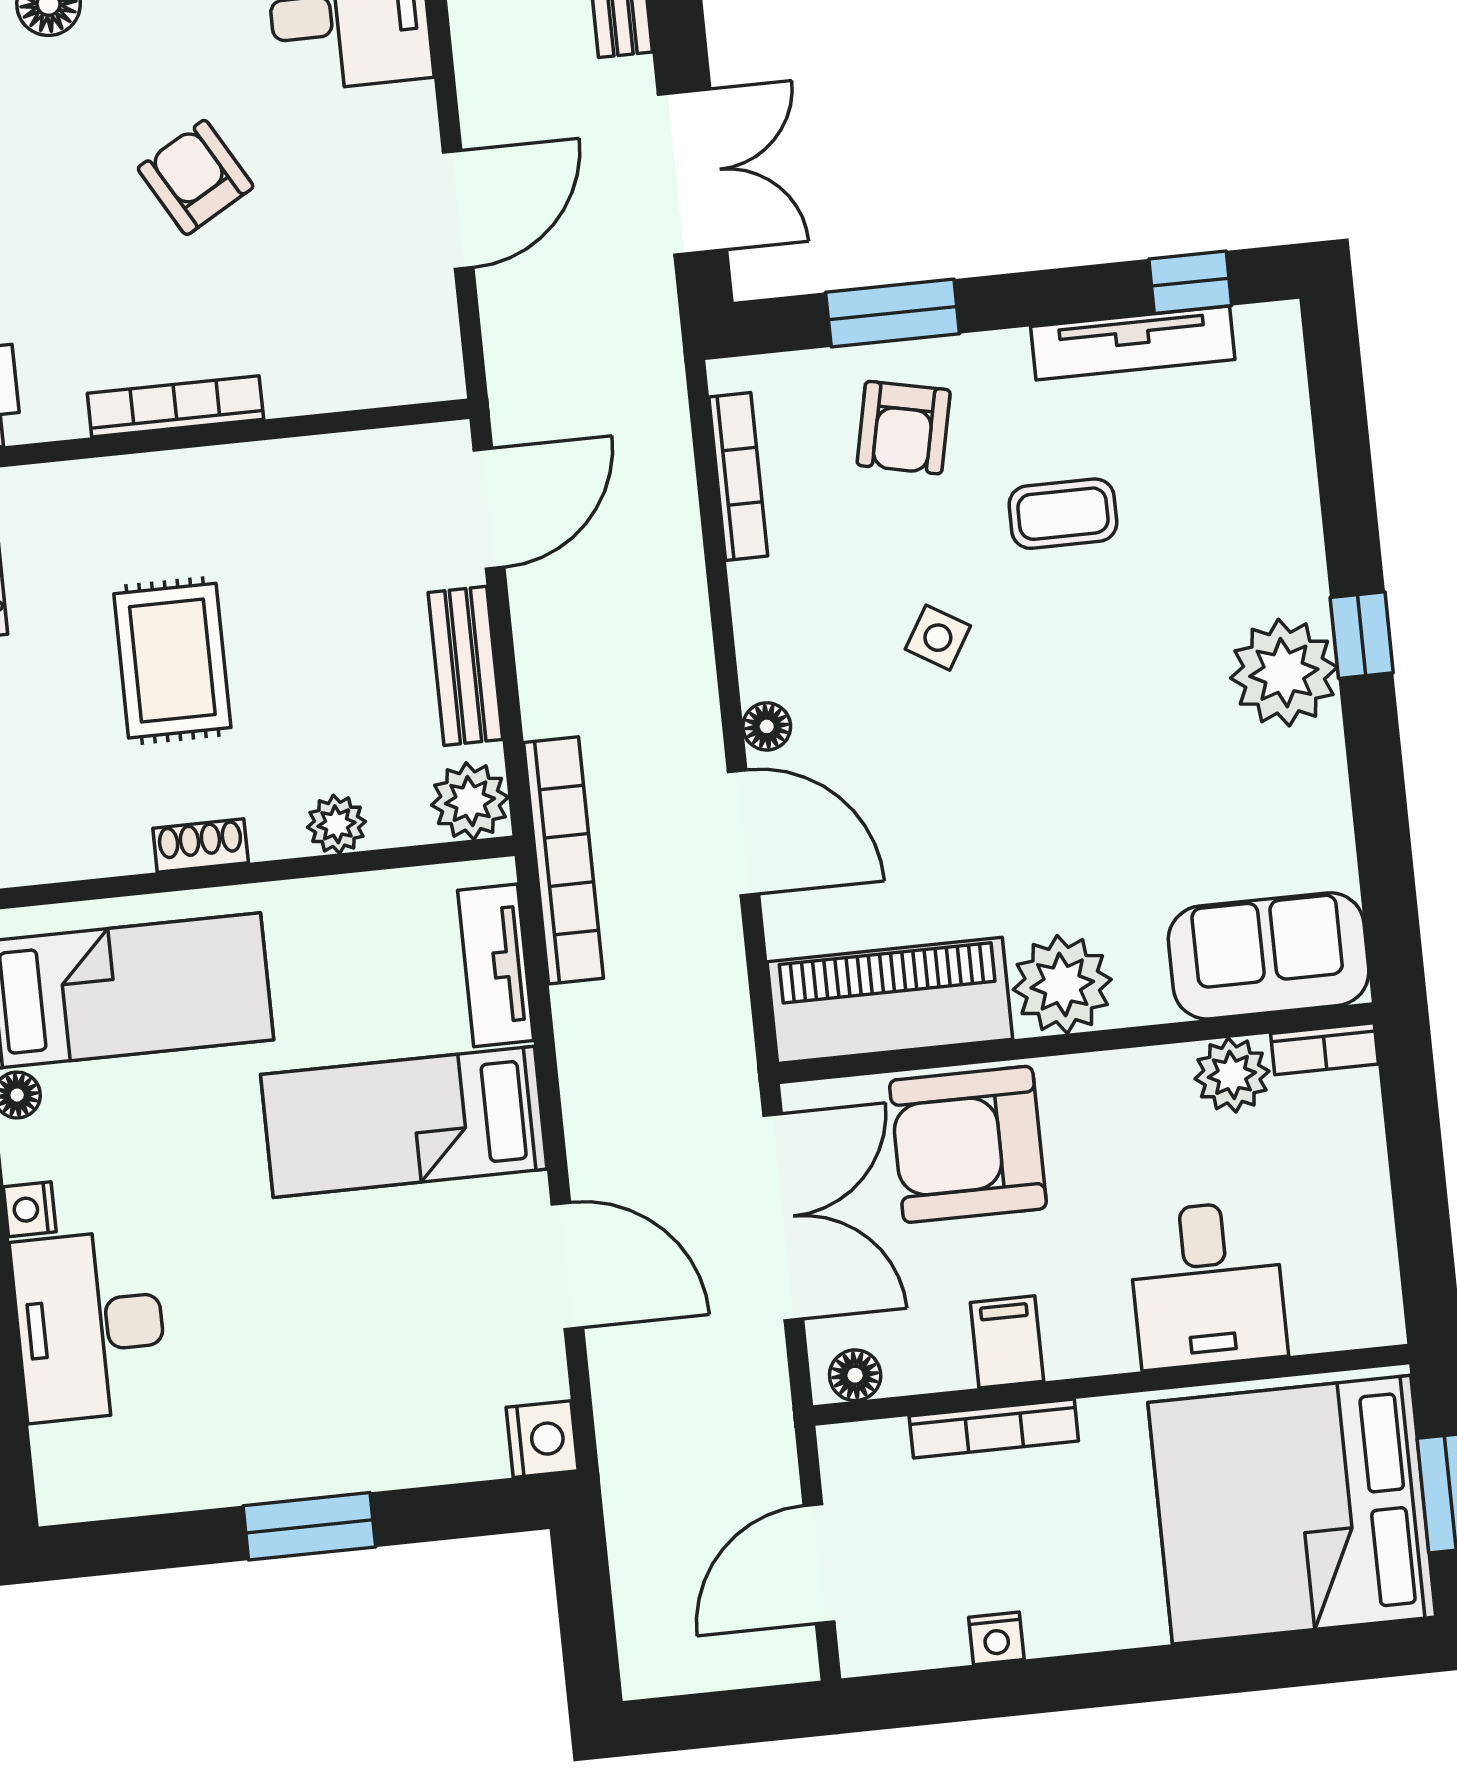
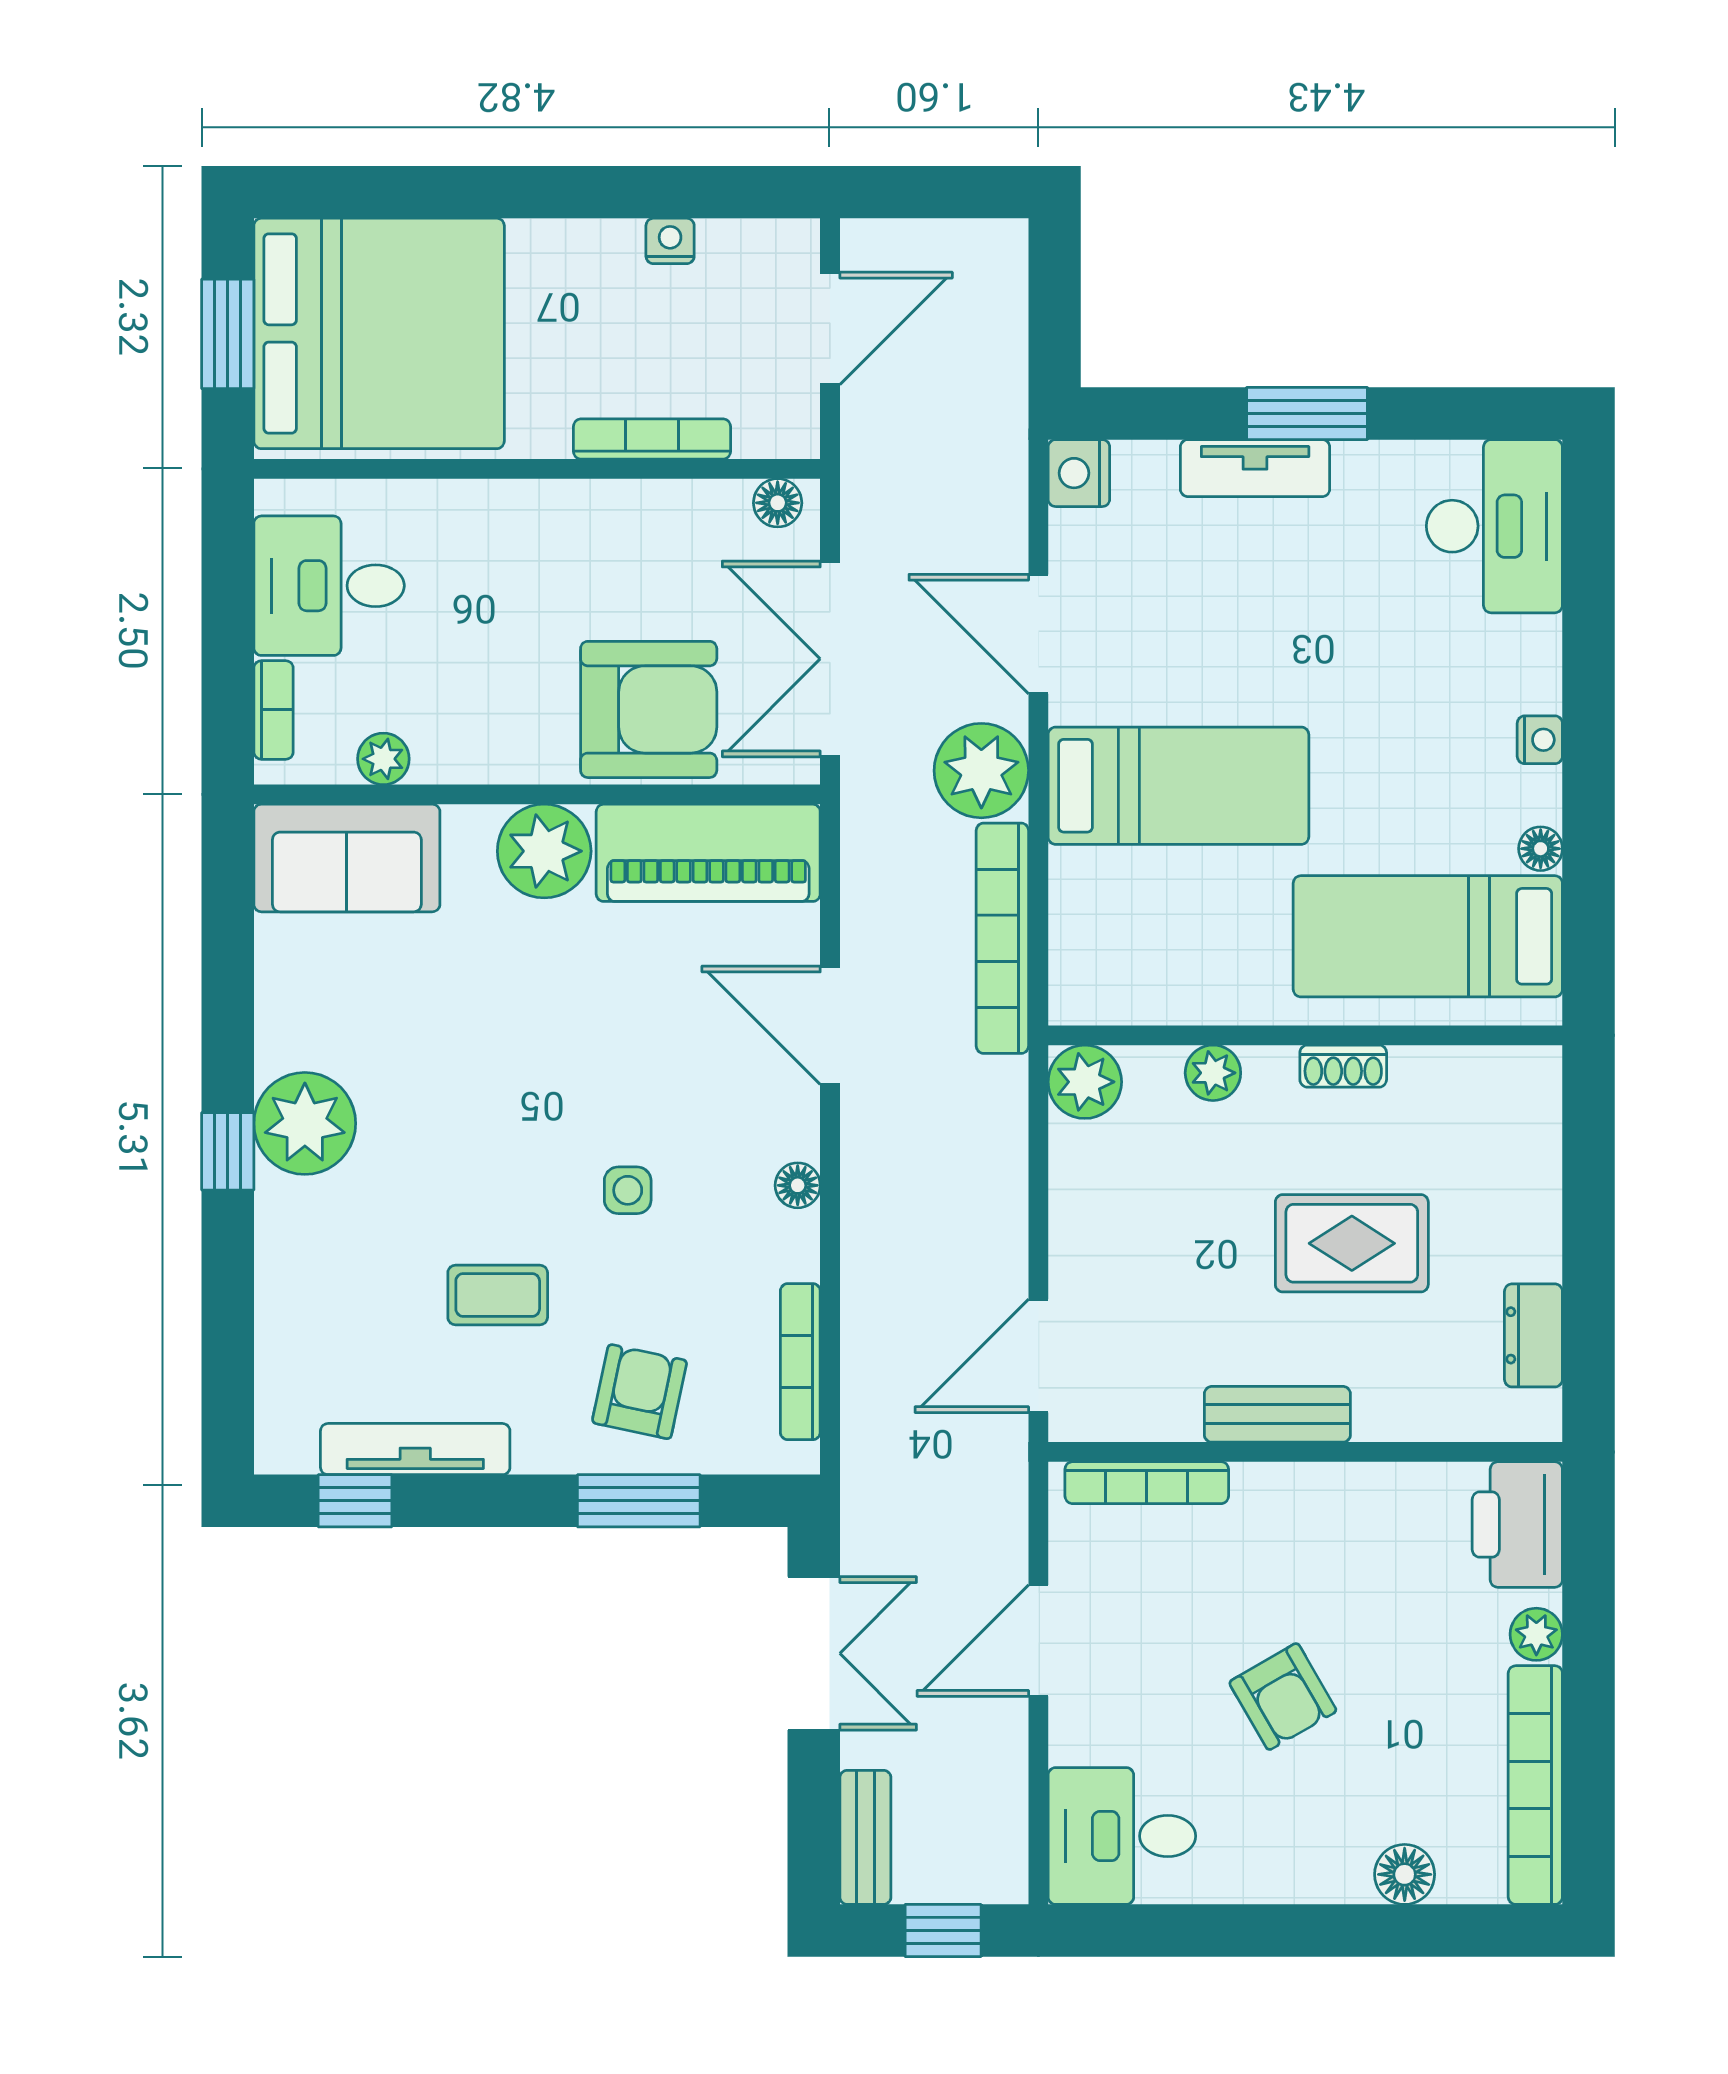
double door: (692, 172) -> (814, 1653), swing flipped
bookcase: (175, 406) -> (1147, 1483), moved
side table: (938, 638) -> (628, 1190), turned -31
rug: (172, 661) -> (1352, 1243), turned 90
bench: (465, 666) -> (1277, 1414), moved, turned 90
floor lamp: (767, 726) -> (798, 1185), moved
bookcase: (564, 860) -> (1002, 938), moved
tv unit: (496, 965) -> (1255, 468), moved, turned 90
bookcase: (1325, 1049) -> (274, 710), moved, turned 90
plant: (1232, 1075) -> (383, 759), width x0.73, depth x0.73
plant: (612, 1116) -> (981, 771), added
desk: (1207, 1285) -> (329, 586), moved, turned -90
desk: (90, 1326) -> (1494, 526), moved
filing cabinet: (1007, 1342) -> (631, 519), removed

